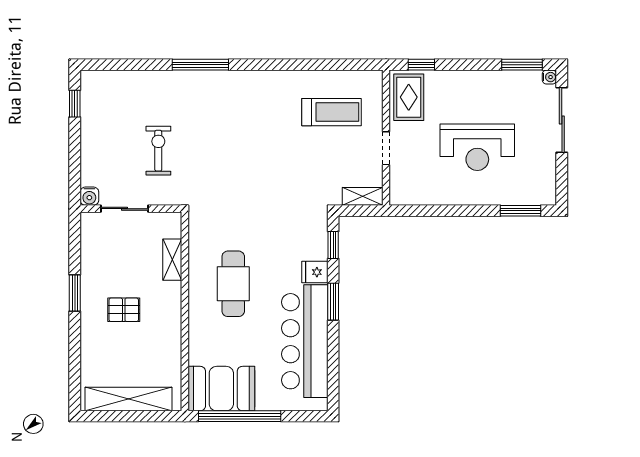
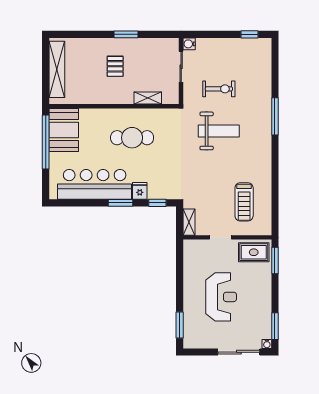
window: (421, 65) -> (275, 260), width x1.50
reception desk: (477, 147) -> (221, 297), turned 180
weight bench: (223, 151) -> (219, 131), added

